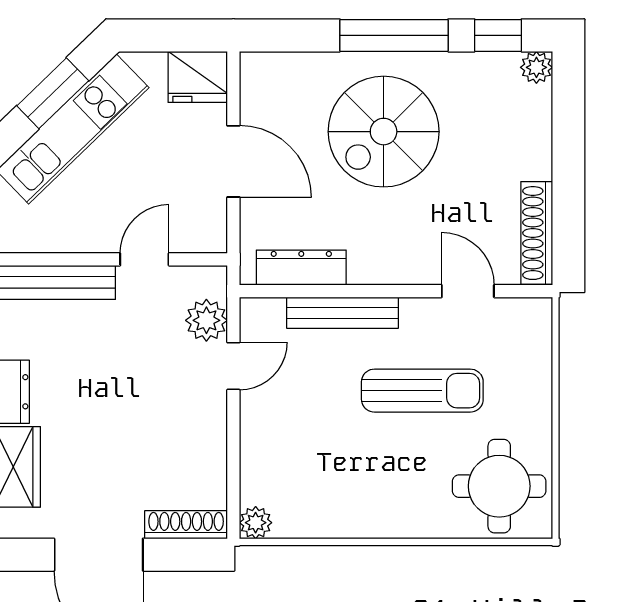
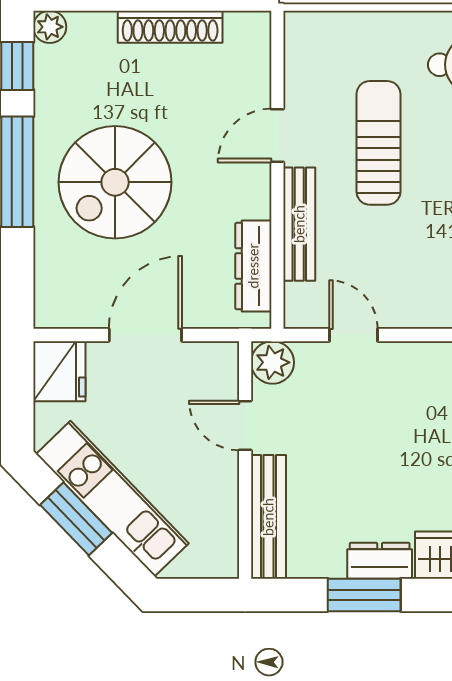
spiral stairs: (384, 132) -> (115, 182), turned 90
shoe rack: (537, 233) -> (170, 27), moved
door: (468, 291) -> (277, 135), moved
plant: (206, 320) -> (272, 362), moved

